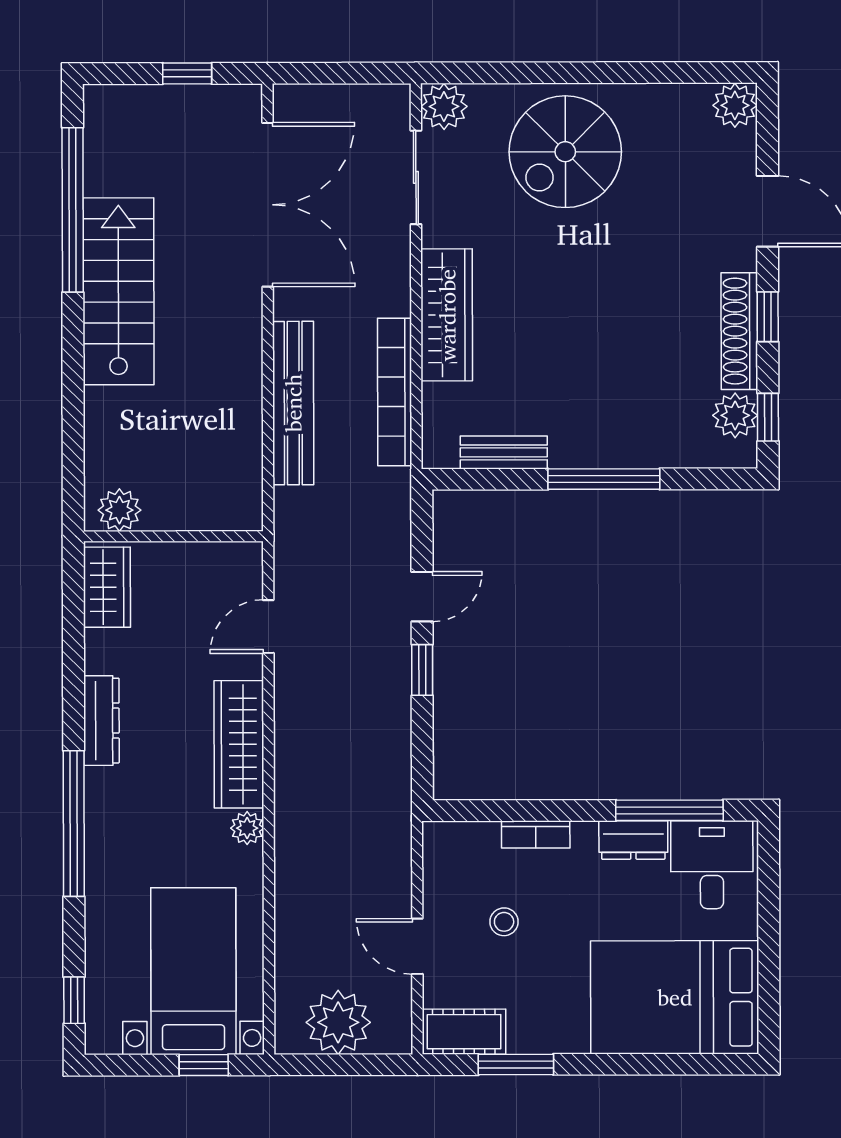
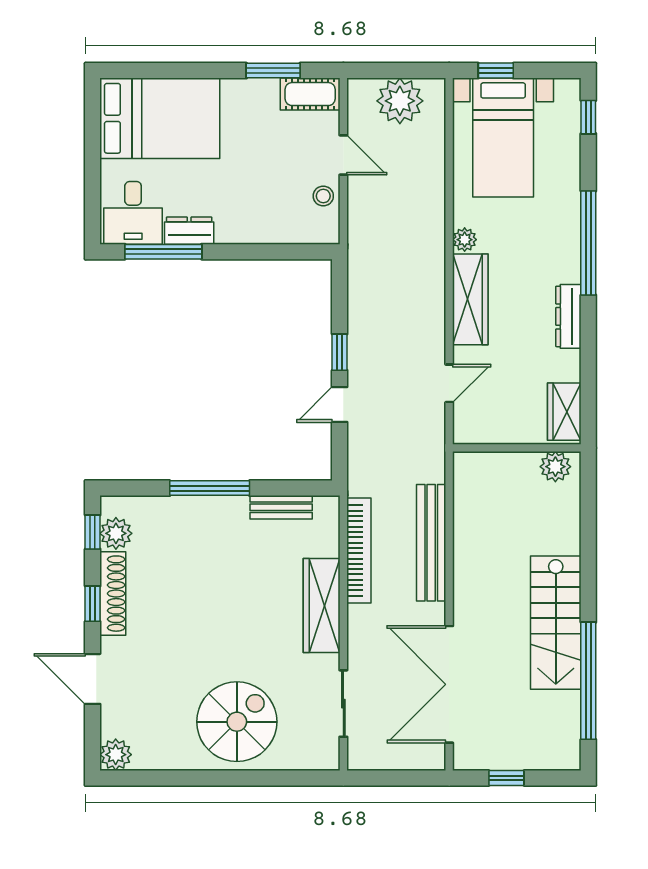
plant: (444, 107) -> (323, 754), removed
bookcase: (536, 835) -> (259, 235), removed
stool: (504, 922) -> (323, 196), moved

